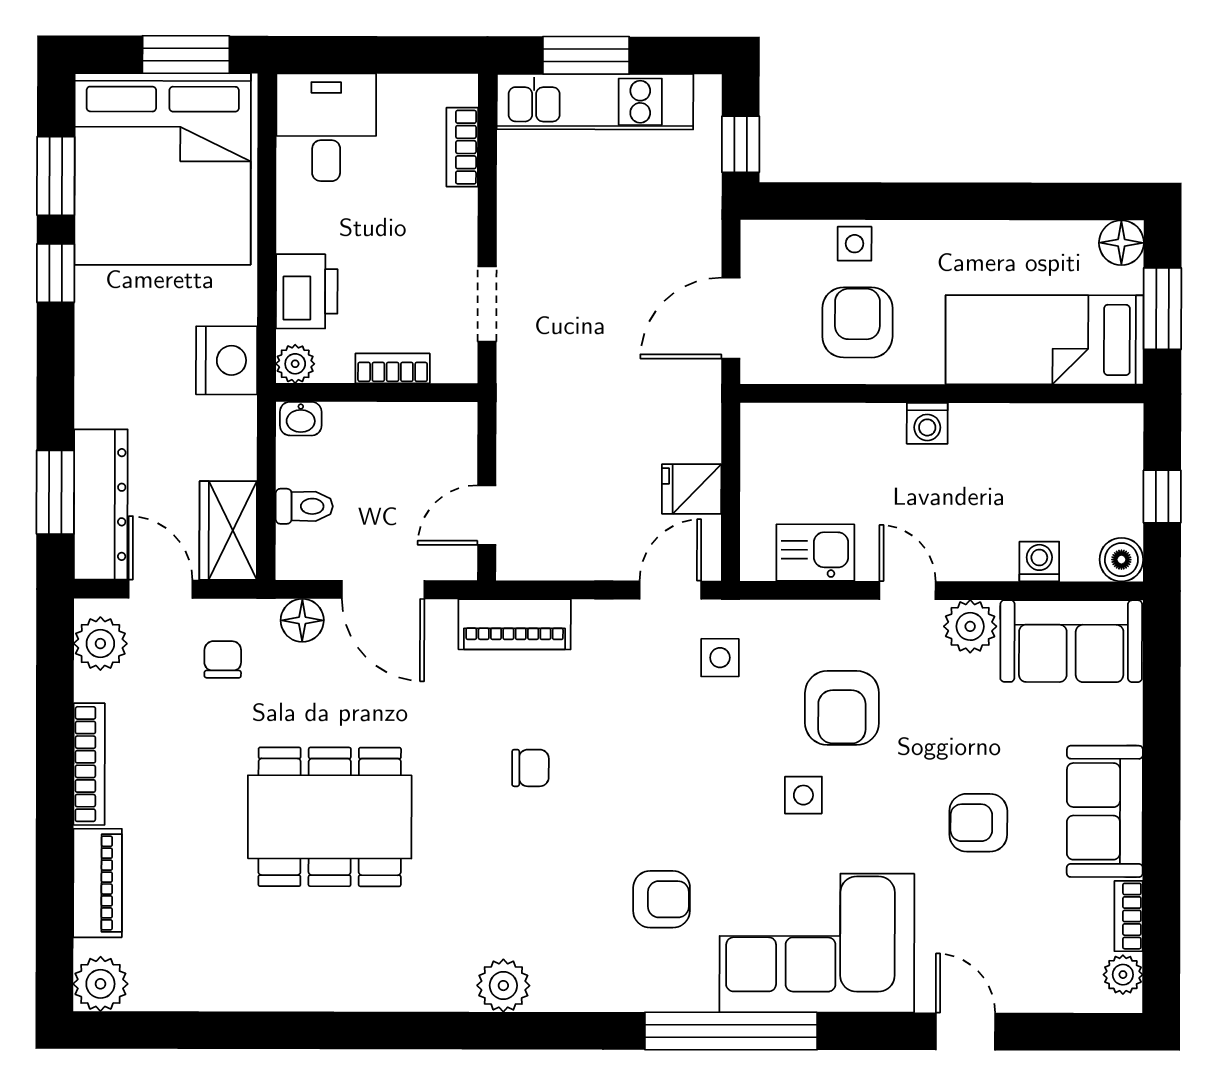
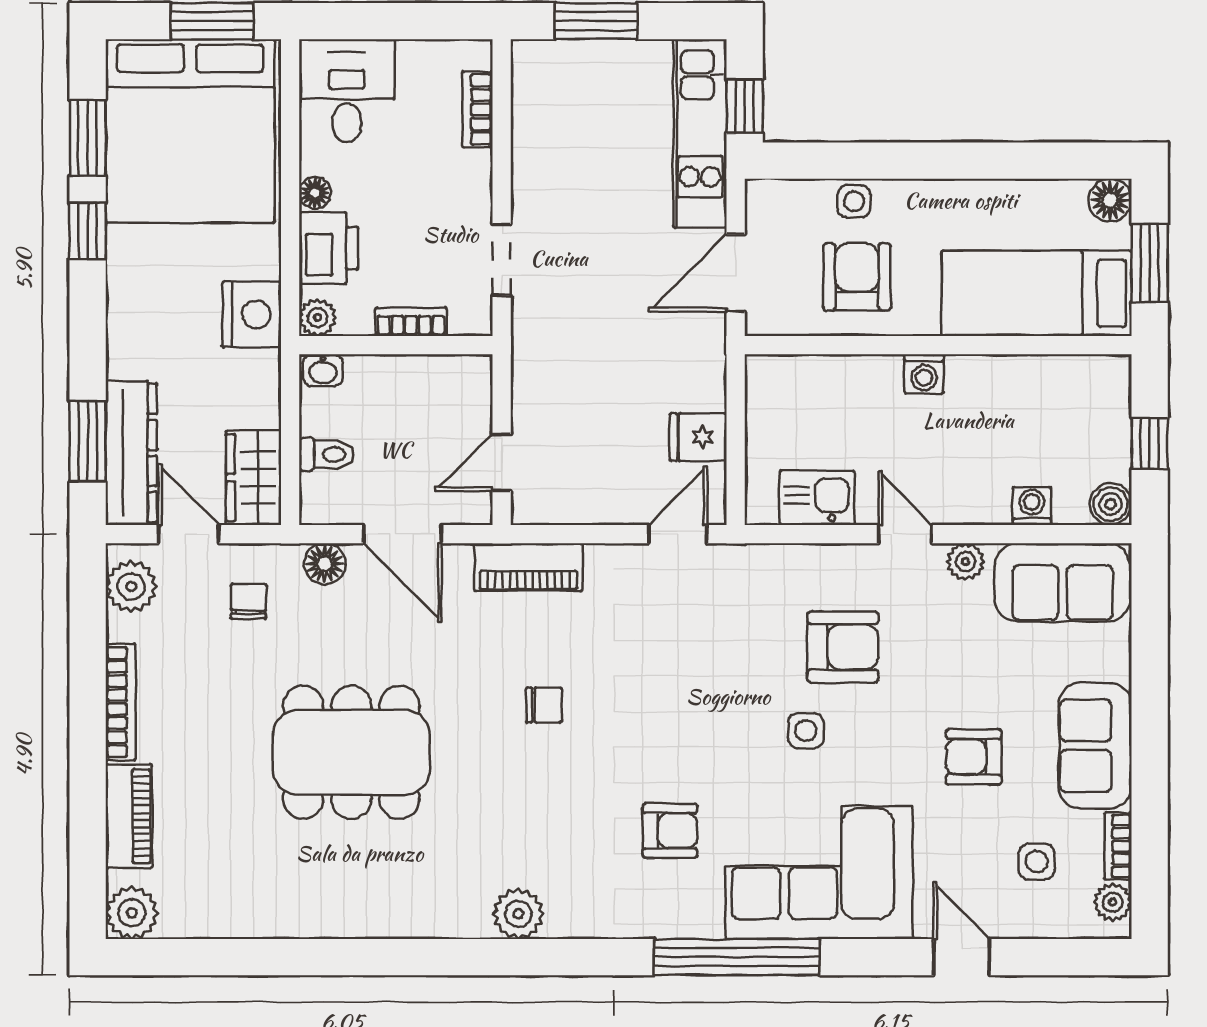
kitchen unit: (595, 102) -> (700, 133), moved, turned 90
floor lamp: (293, 234) -> (315, 193), added
plant: (970, 626) -> (966, 562), width x0.73, depth x0.73
side table: (720, 658) -> (1037, 862), moved
armchair: (842, 708) -> (843, 647), turned -90

